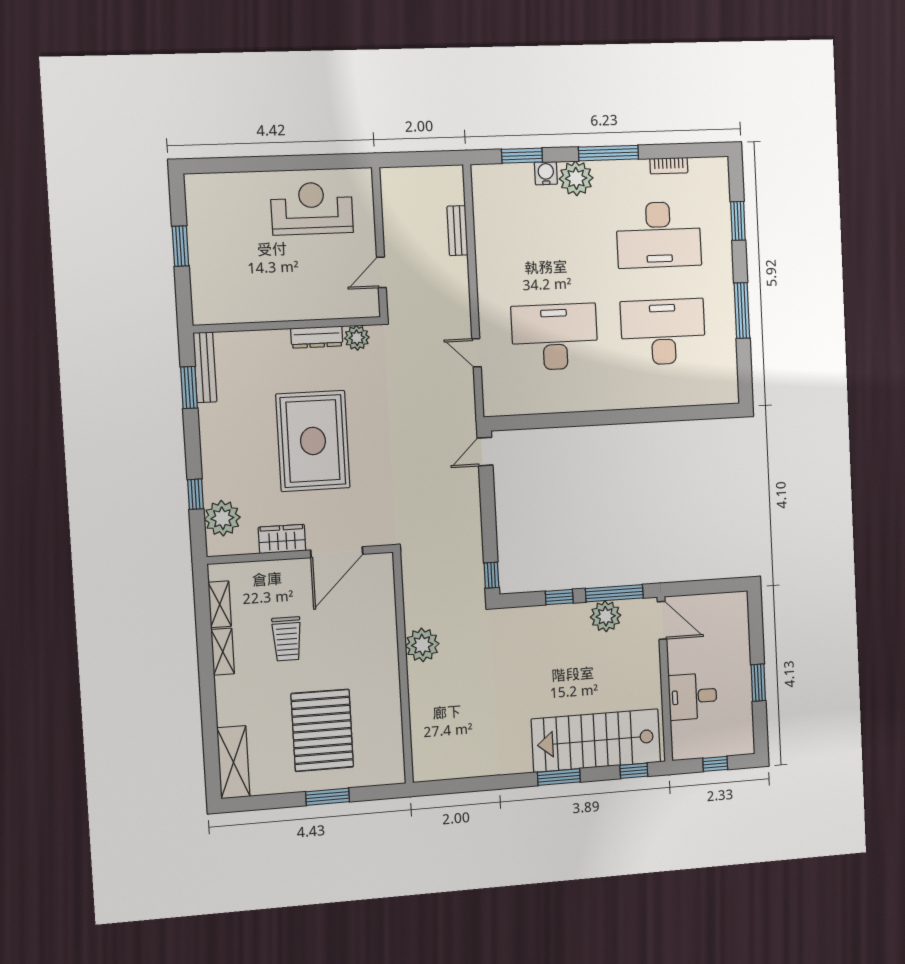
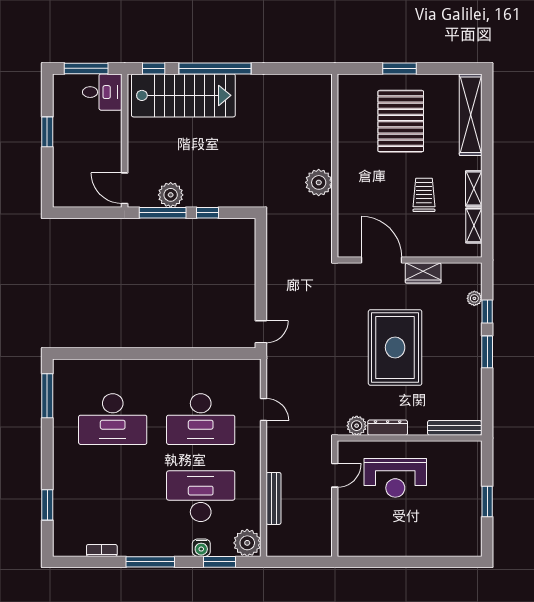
plant: (576, 178) -> (247, 543), moved
reception desk: (312, 208) -> (395, 478), moved
bench: (457, 231) -> (274, 498), width x1.36
desk: (659, 235) -> (201, 496), moved
window: (742, 310) -> (47, 396), moved
bench: (205, 367) -> (455, 428), moved, turned 90
window: (189, 388) -> (487, 352), moved
plant: (222, 518) -> (474, 298), width x0.53, depth x0.53
door: (337, 552) -> (382, 260), hinge flipped
window: (491, 575) -> (261, 234), removed
desk: (693, 696) -> (102, 92), moved
shelving: (233, 762) -> (471, 115), width x1.47
window: (715, 764) -> (86, 68), width x2.17
window: (559, 777) -> (215, 68), width x2.11

